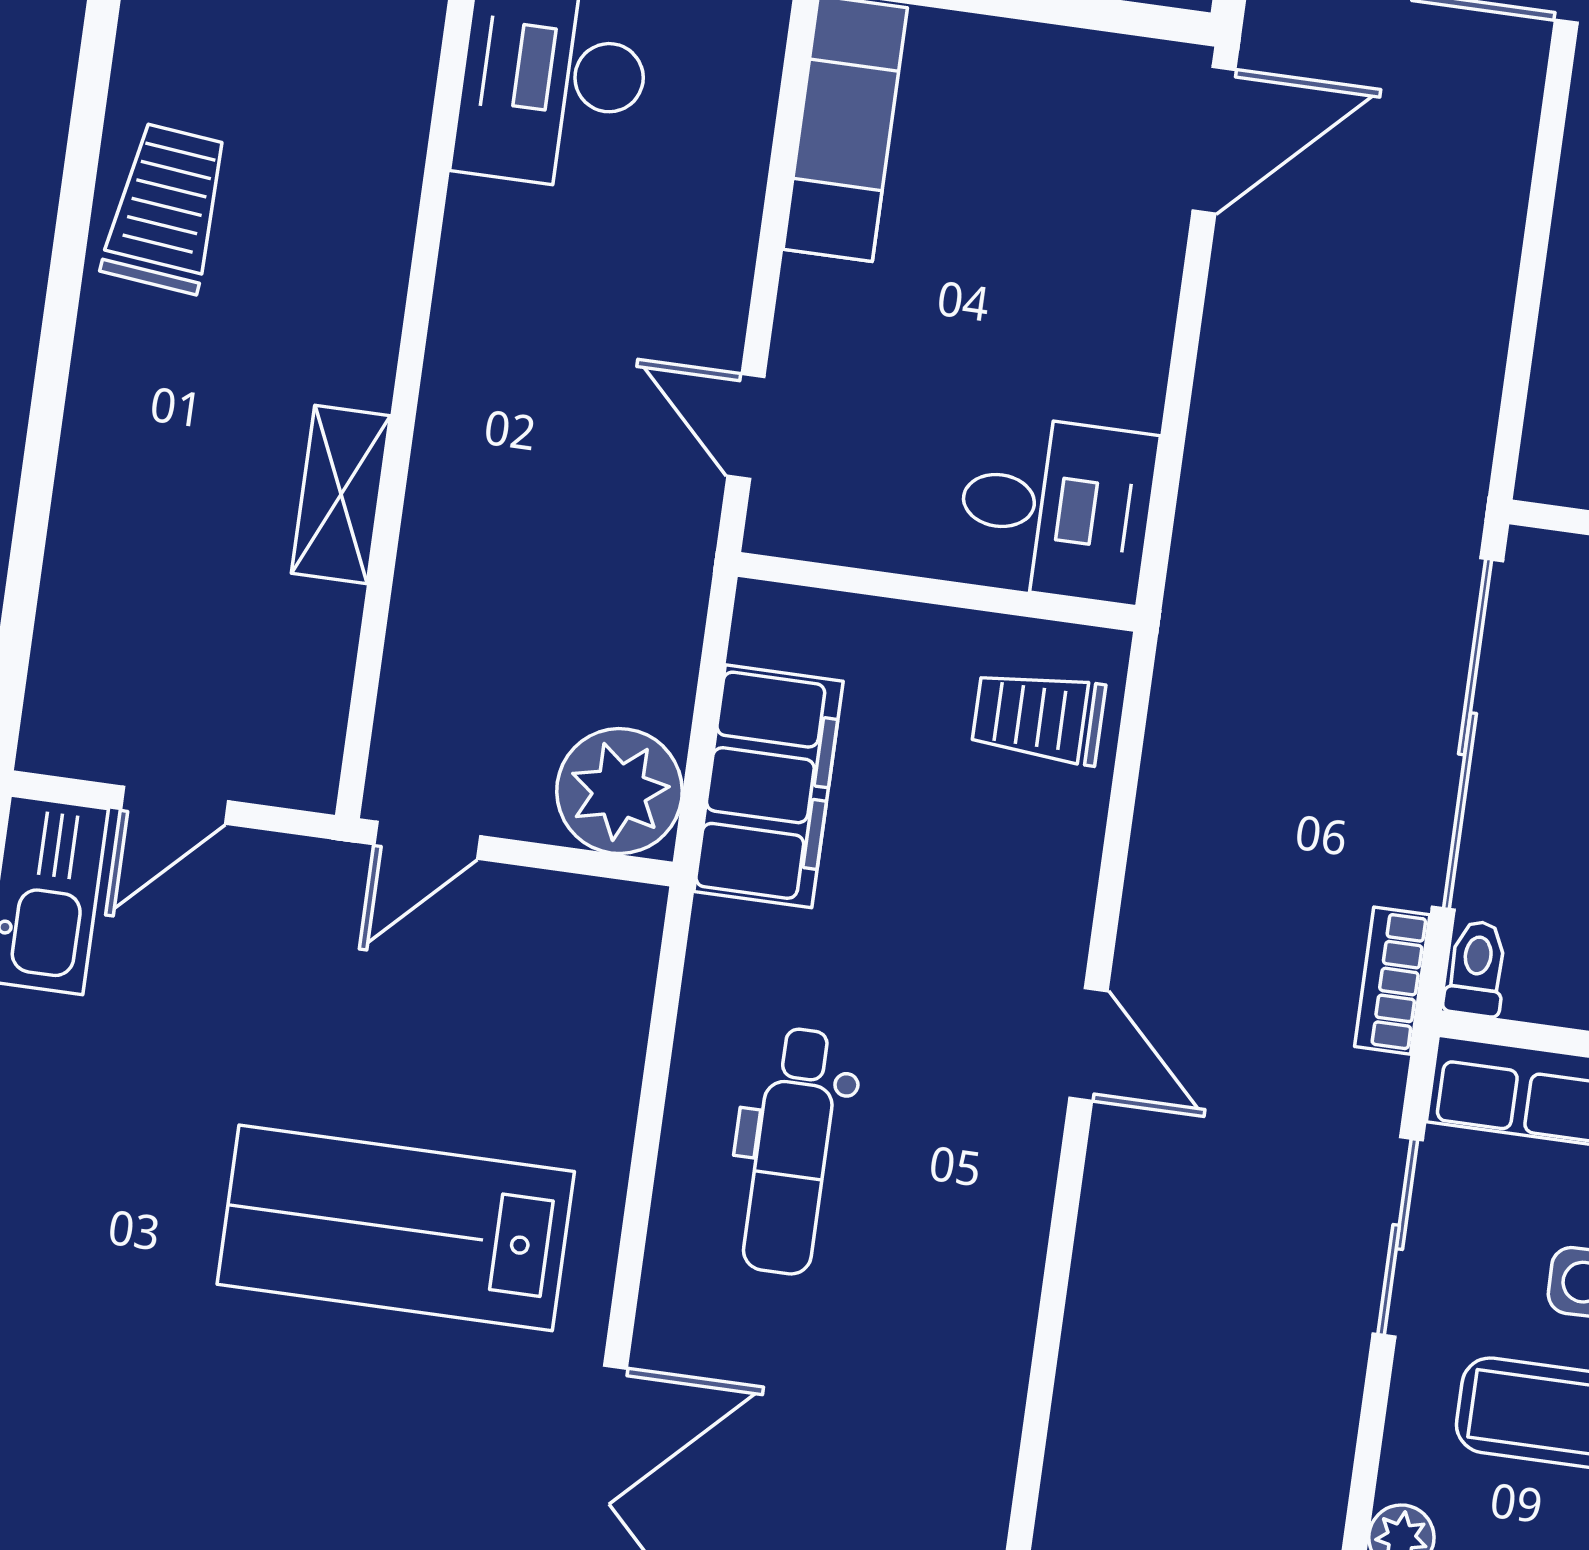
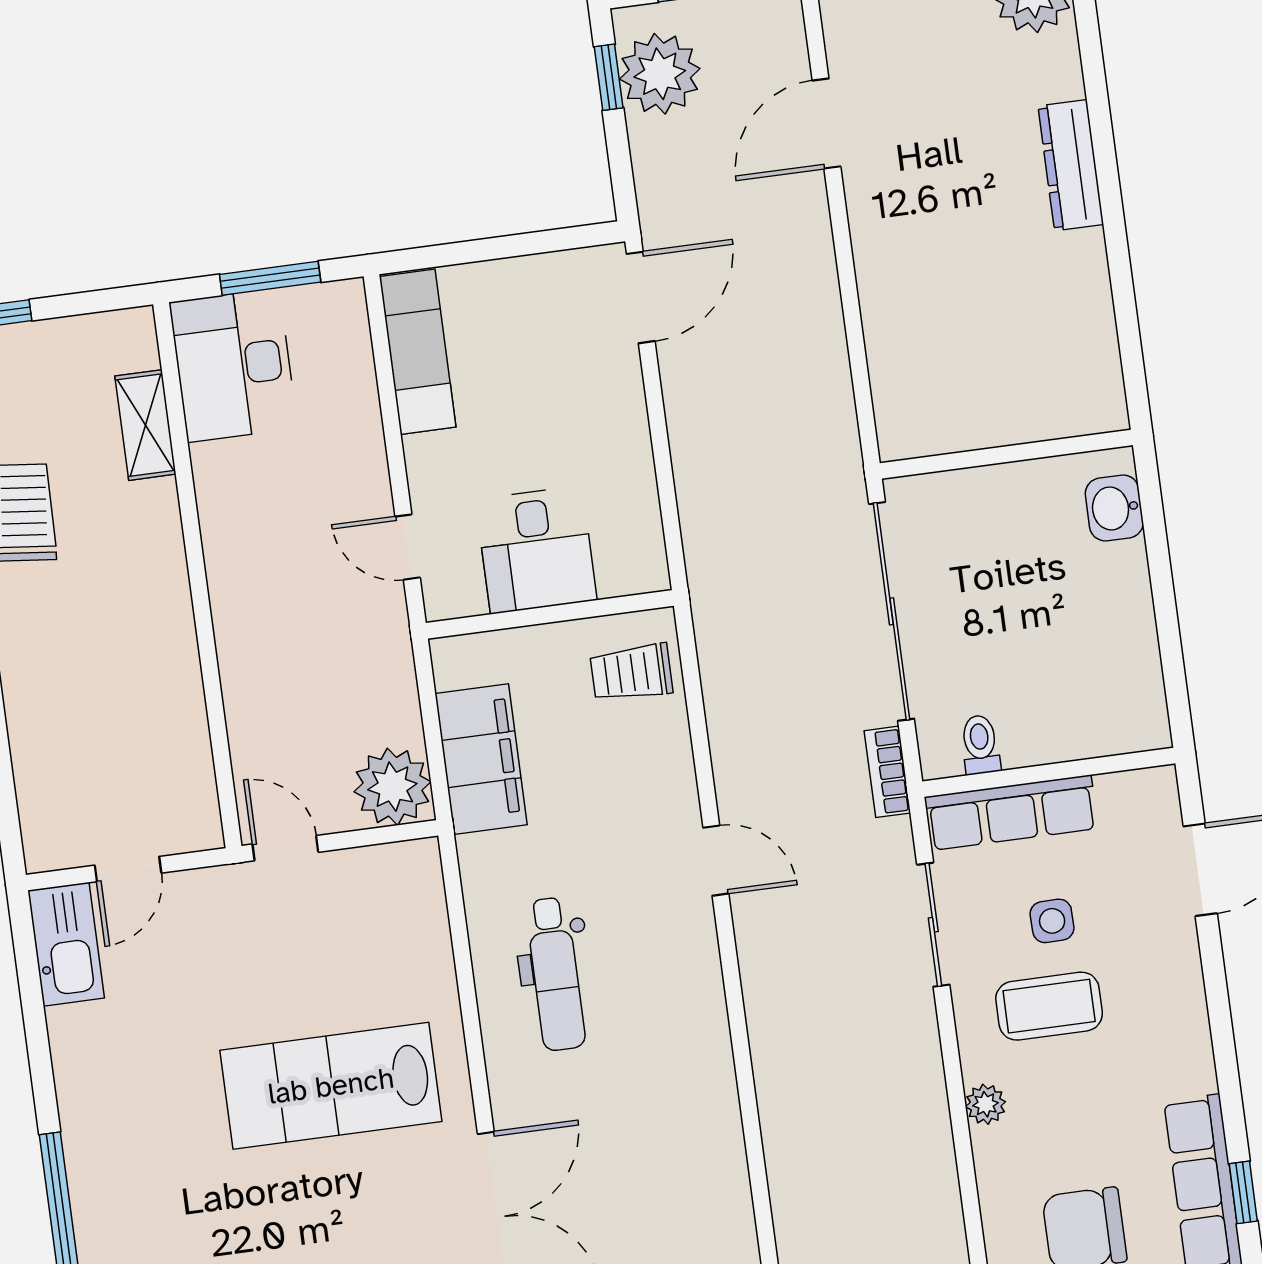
shelving: (341, 495) -> (145, 425), moved
desk: (1056, 508) -> (536, 550), moved, turned 90
door: (427, 840) -> (285, 848), swing flipped
toilet: (1476, 968) -> (980, 745), moved

